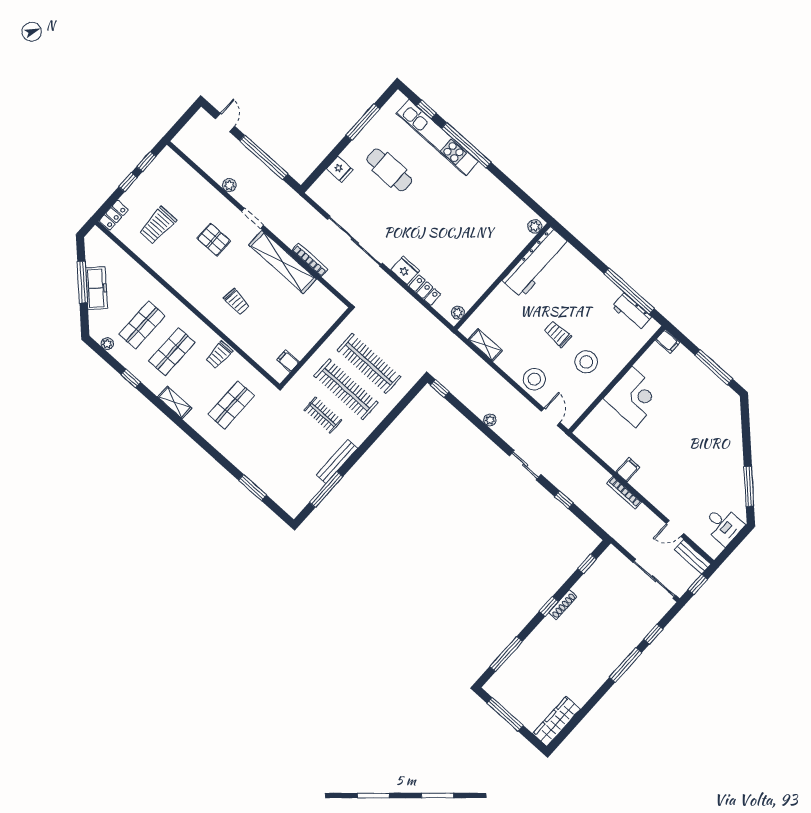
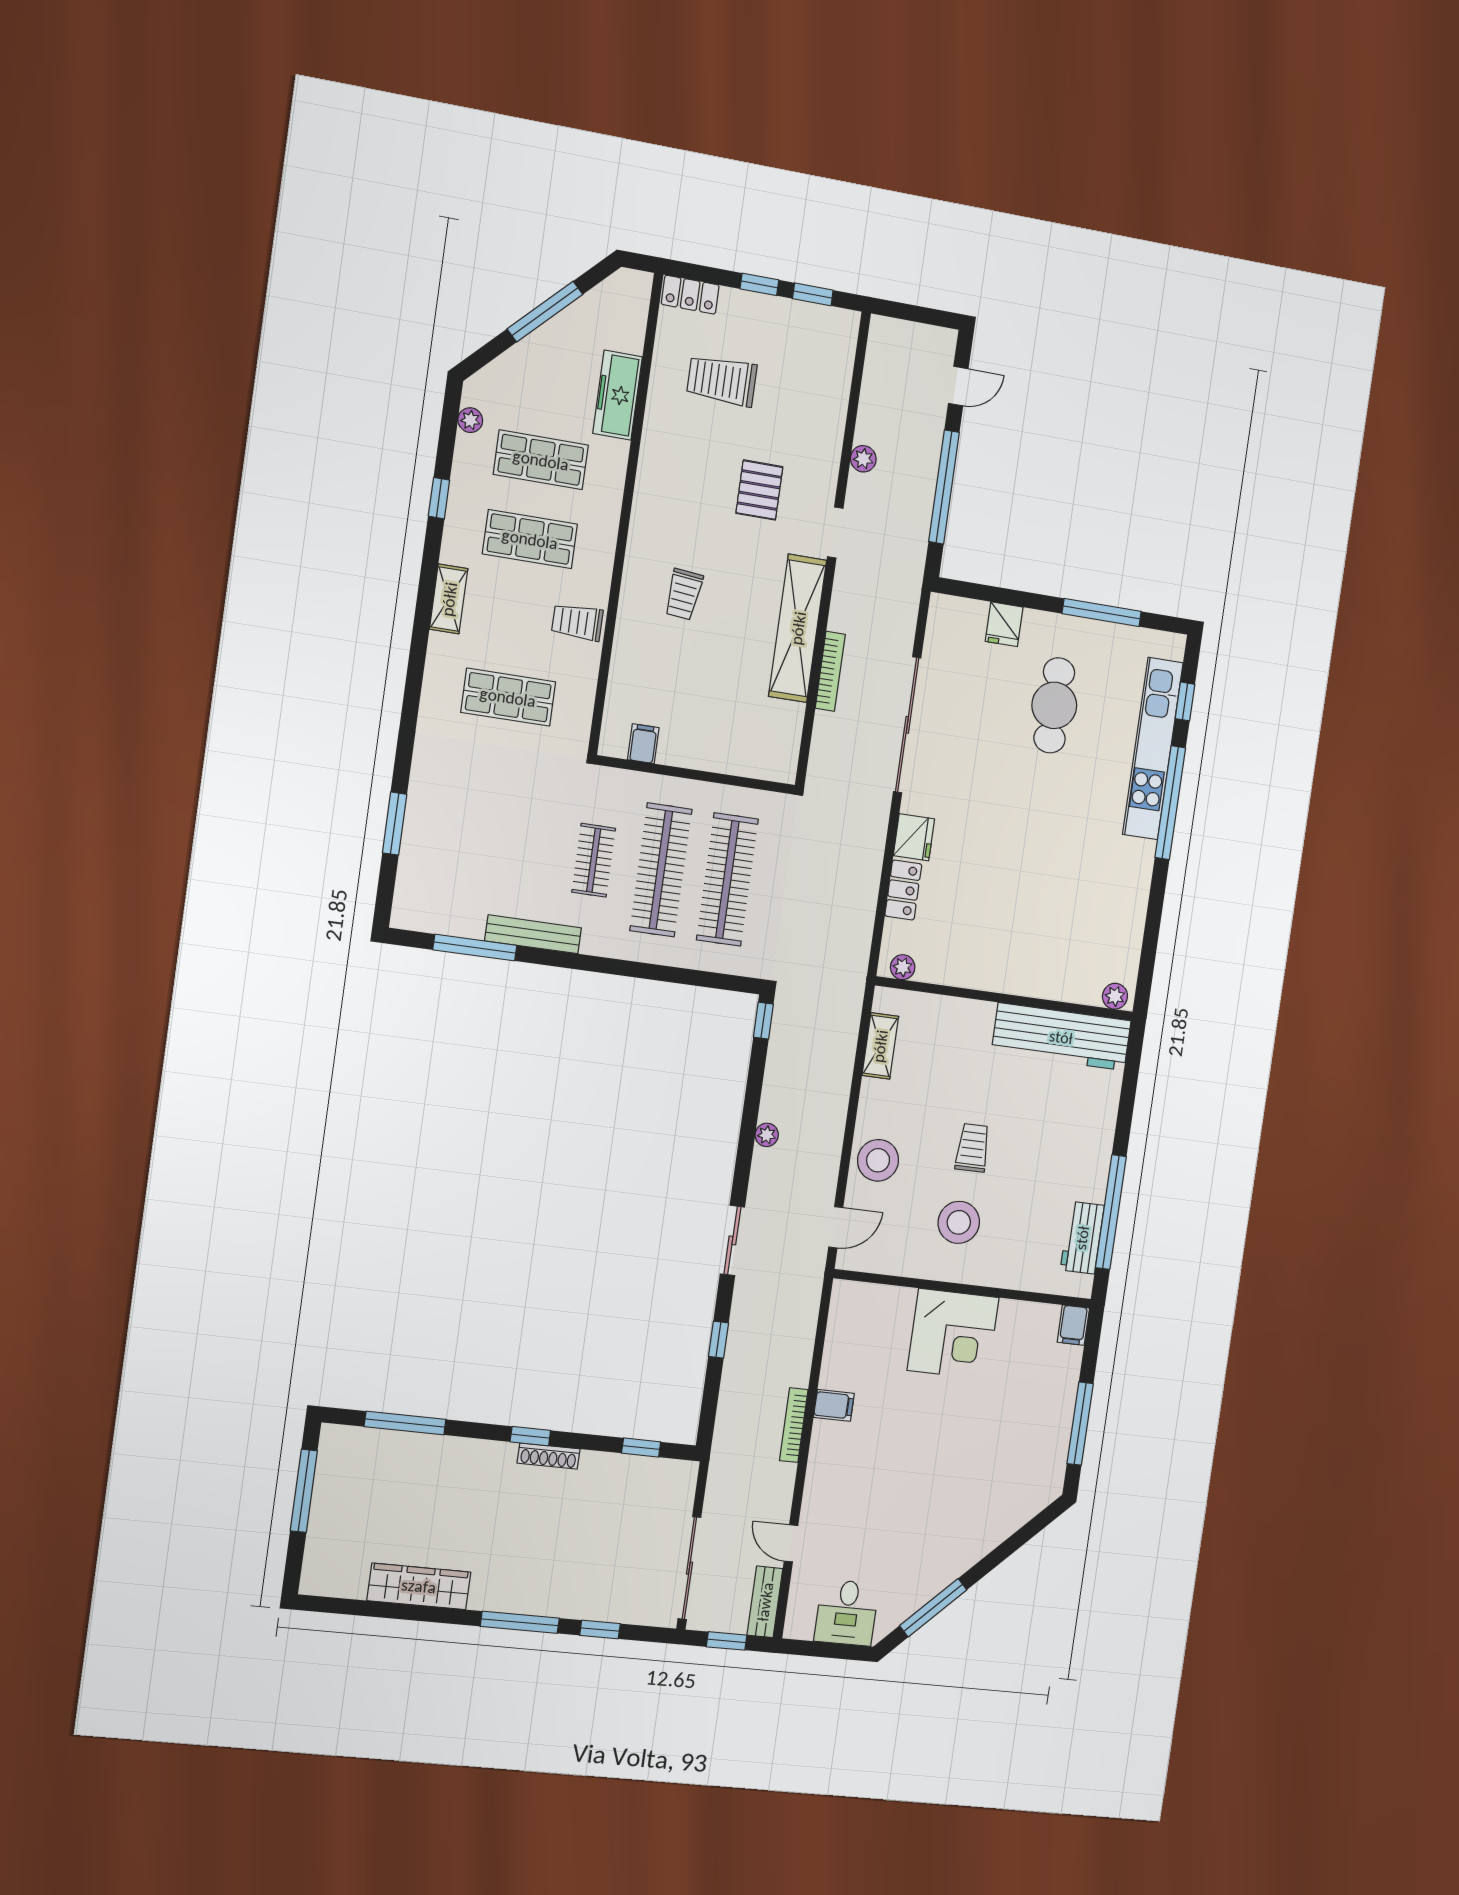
freezer: (97, 288) -> (618, 395), moved, turned 135
wardrobe: (557, 721) -> (419, 1586), moved

